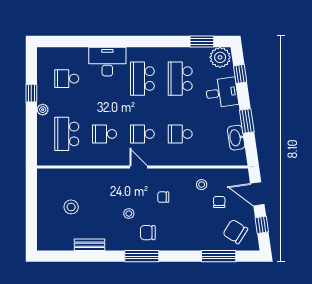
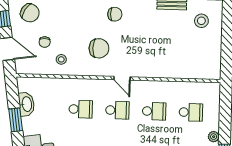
school desk: (67, 134) -> (191, 112), width x0.54
chair: (163, 197) -> (99, 48), width x1.87, depth x1.87
stool: (71, 207) -> (201, 21), moved
stool: (129, 214) -> (133, 33), removed

